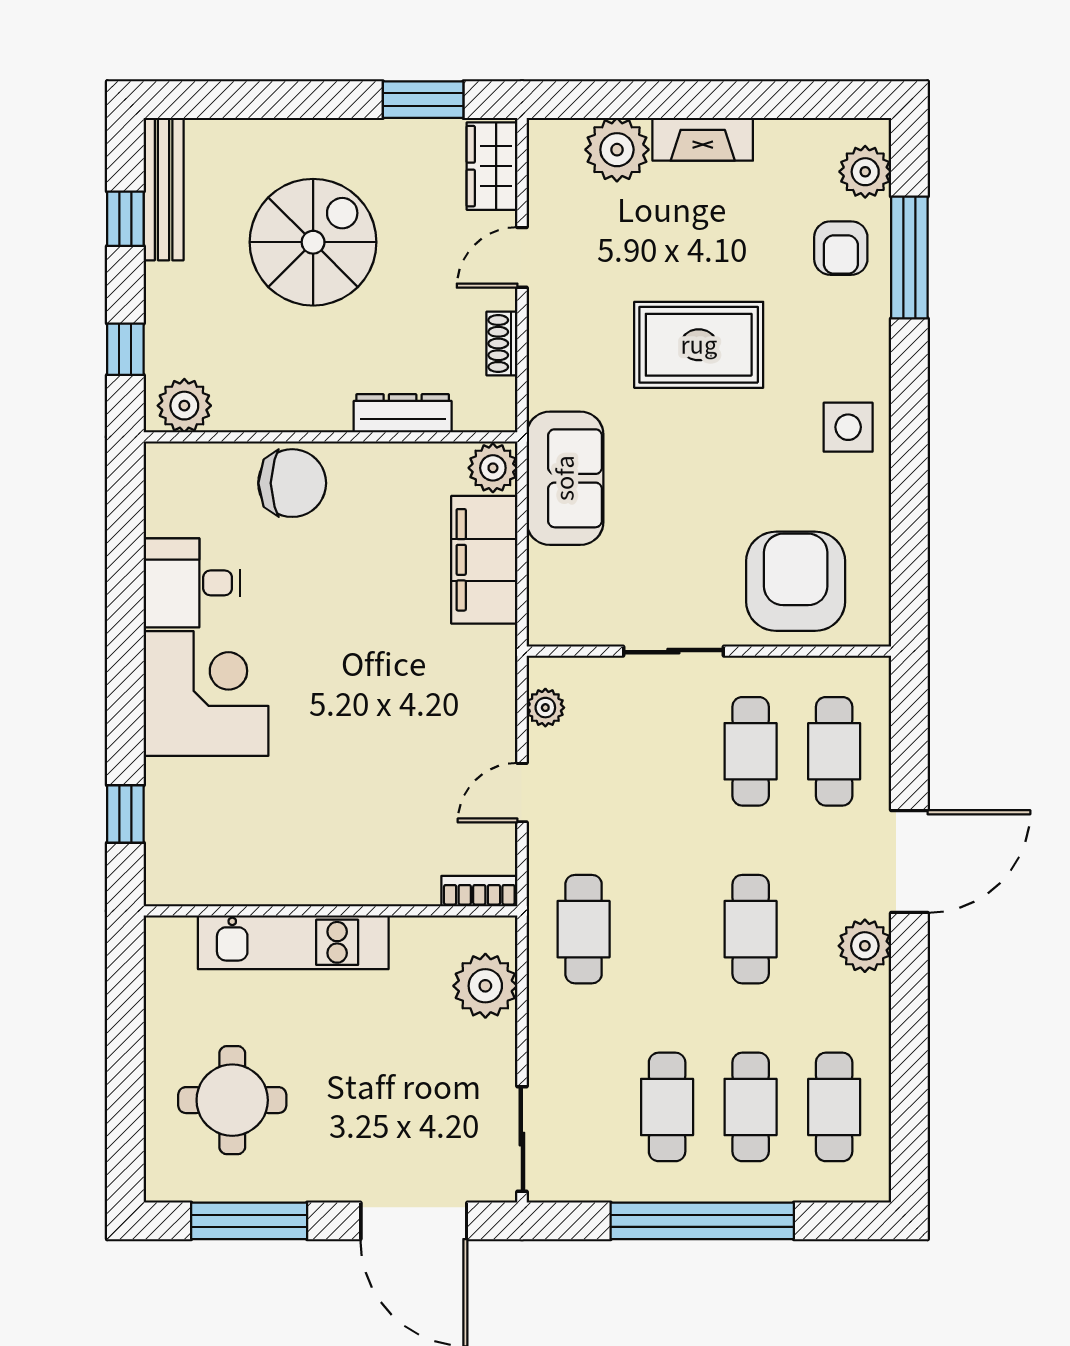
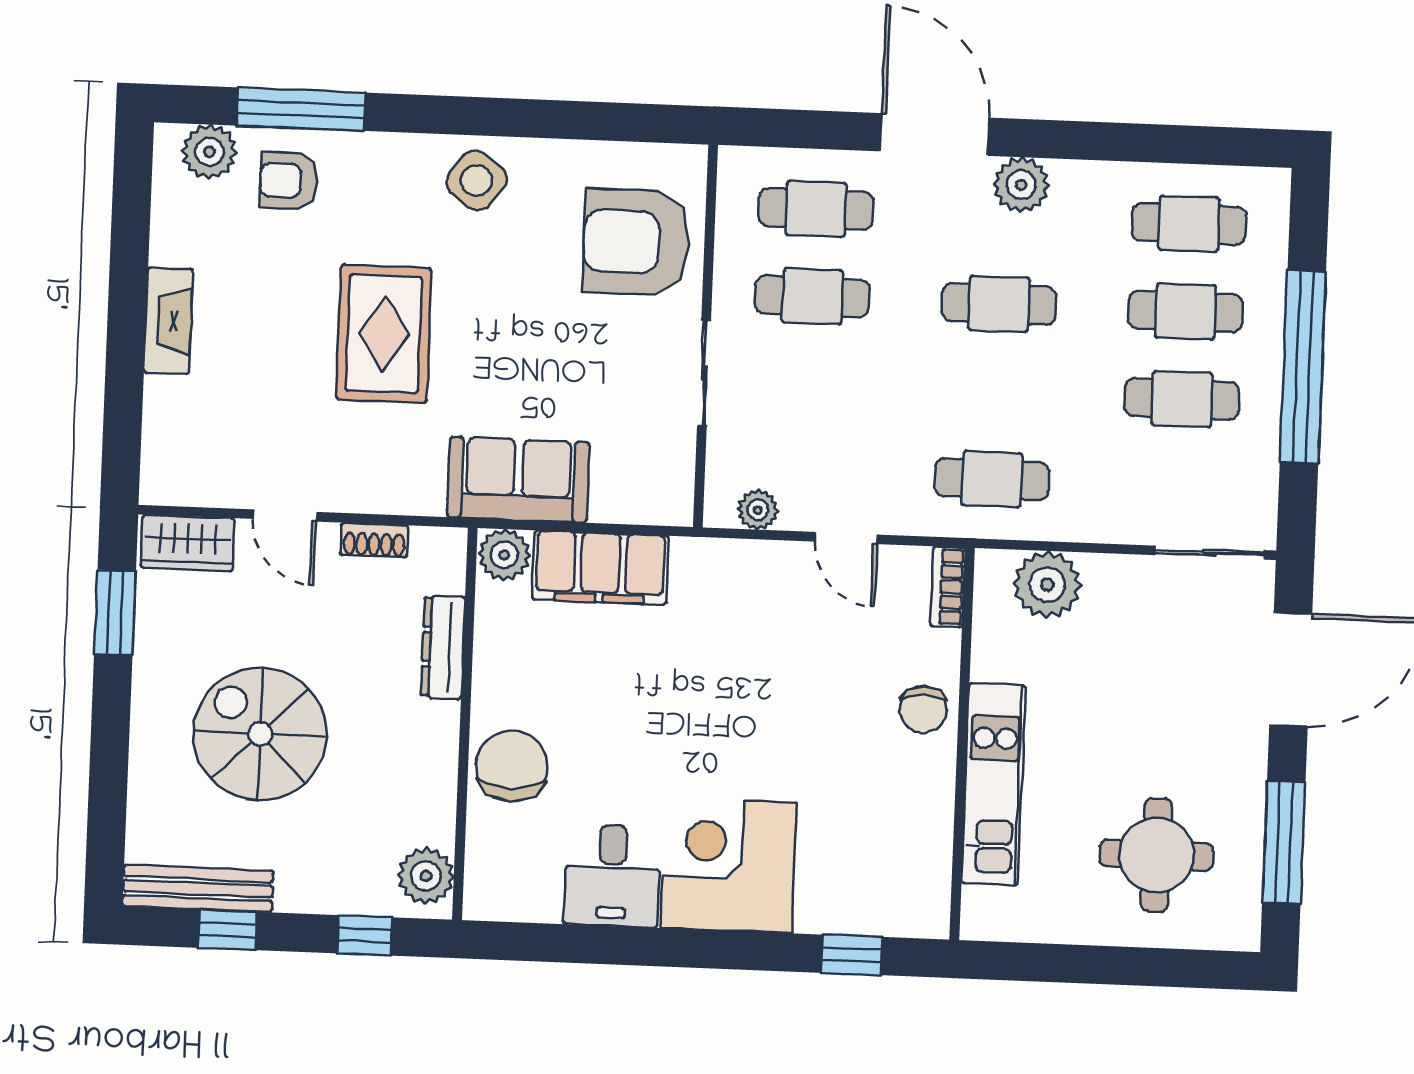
plant: (617, 150) -> (176, 411), removed
armchair: (841, 248) -> (288, 181), turned 180
side table: (848, 427) -> (477, 180), turned 37
chair: (362, 872) -> (923, 709), added

